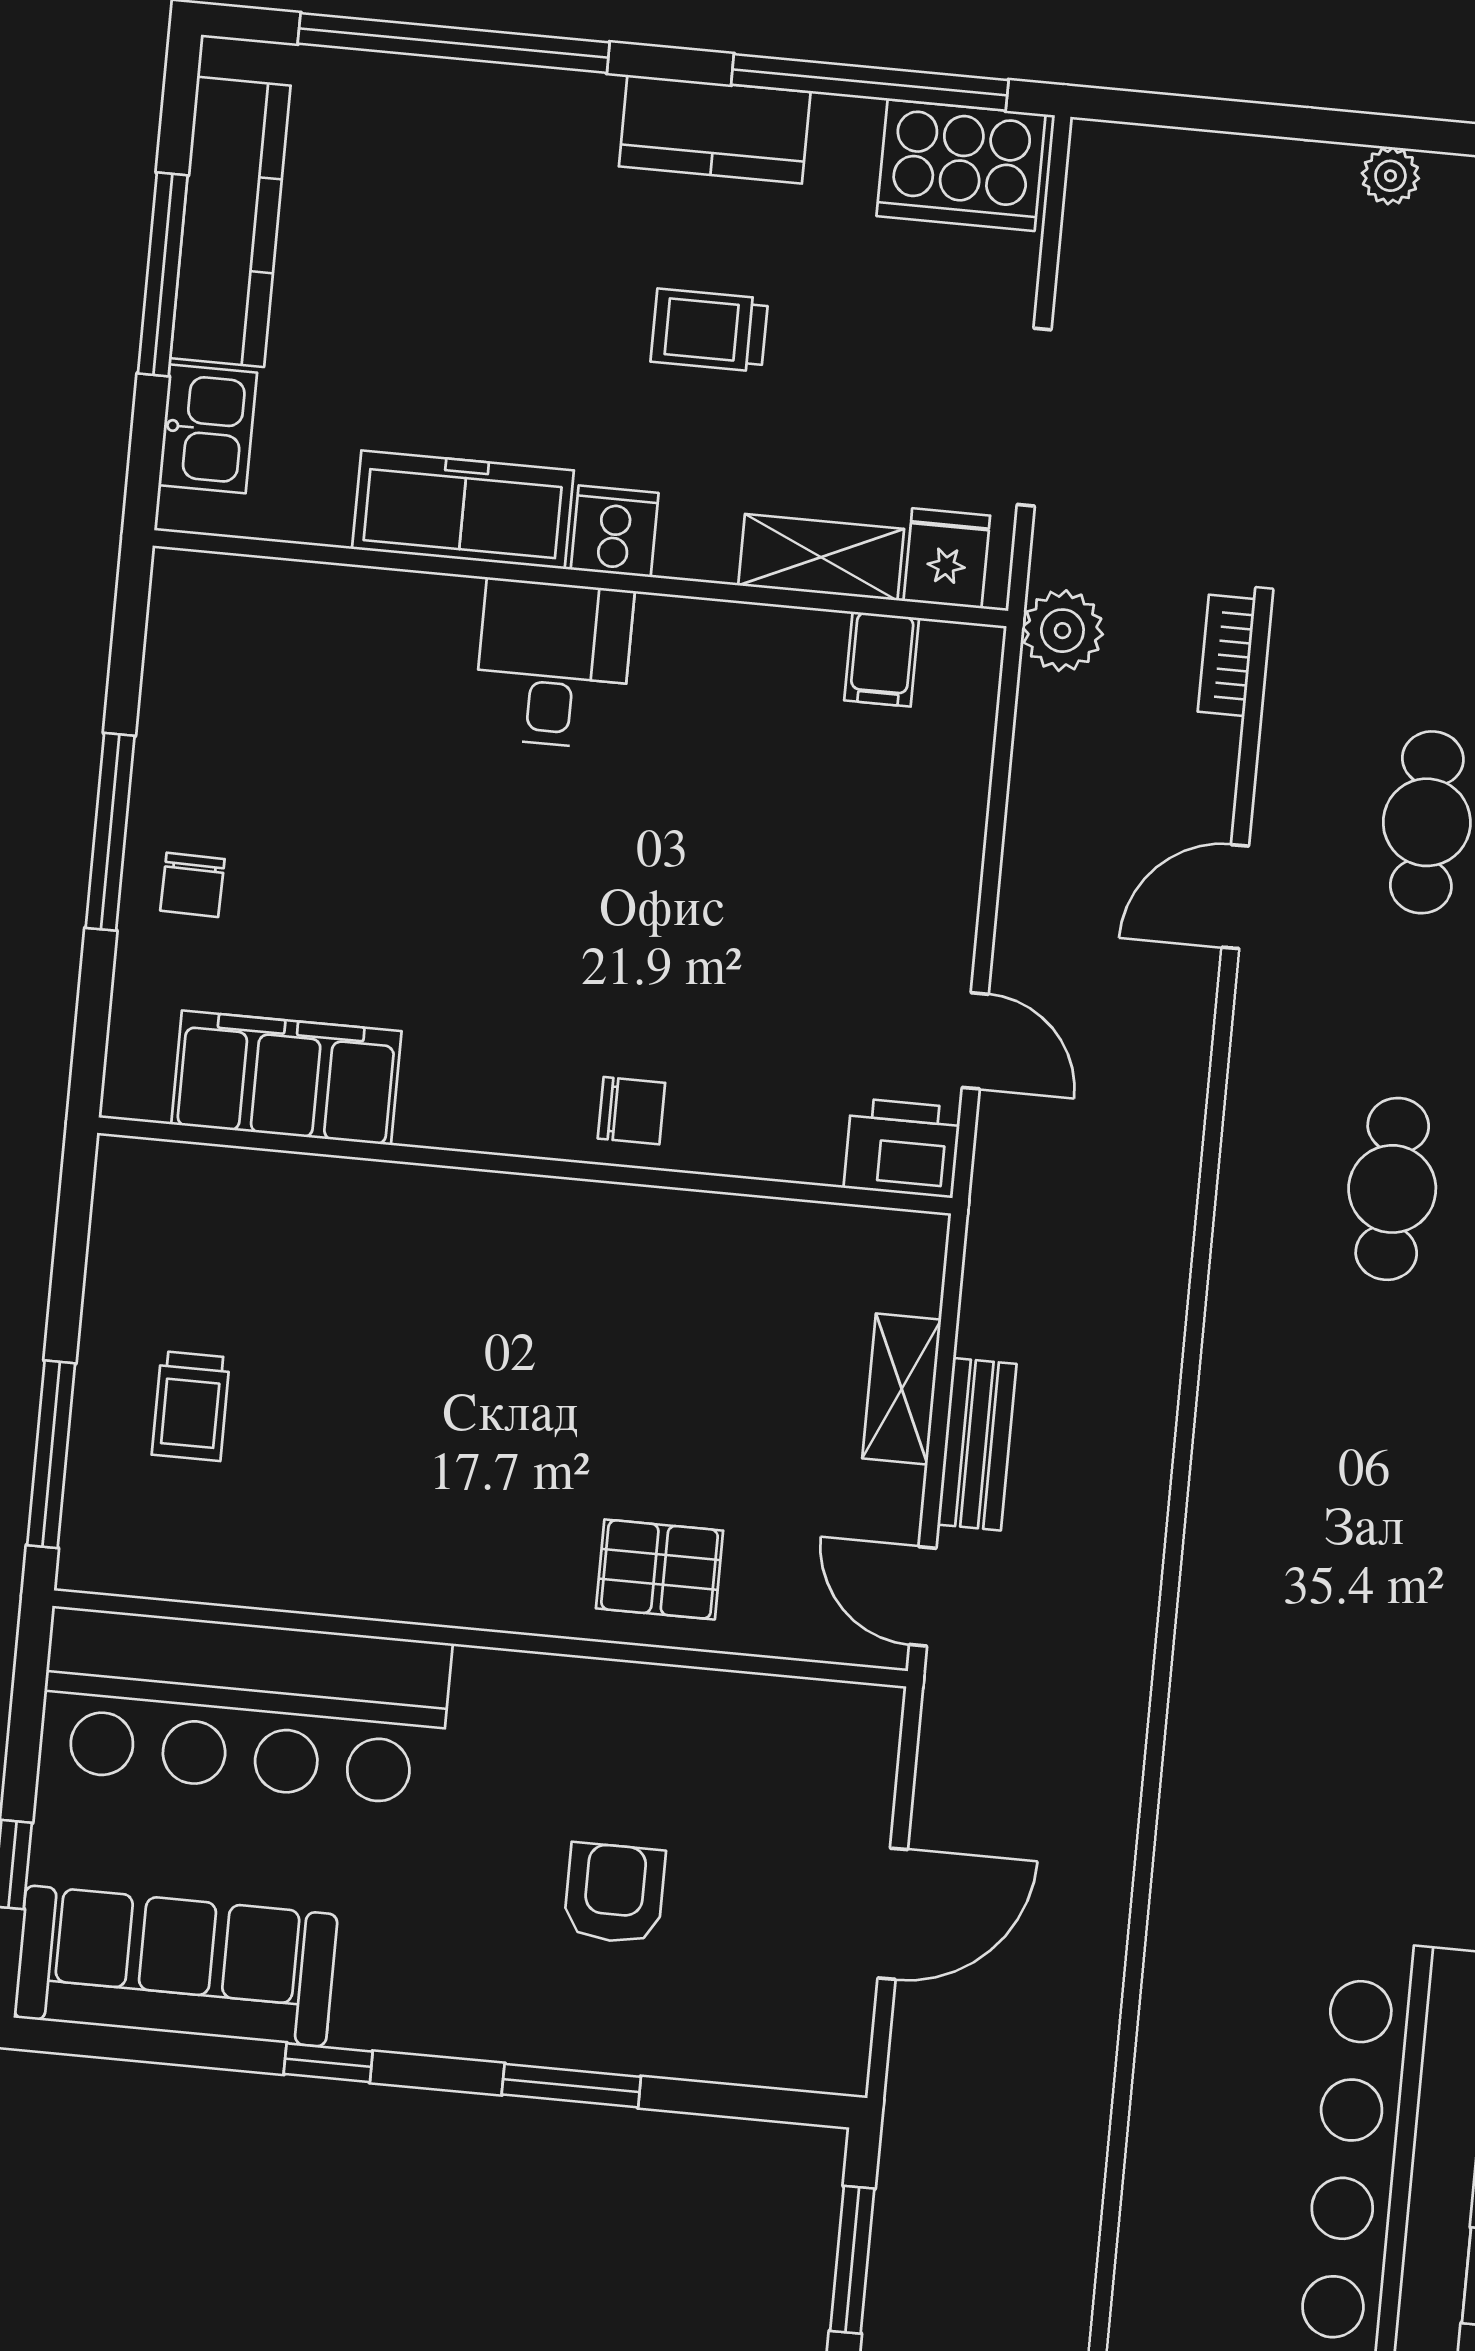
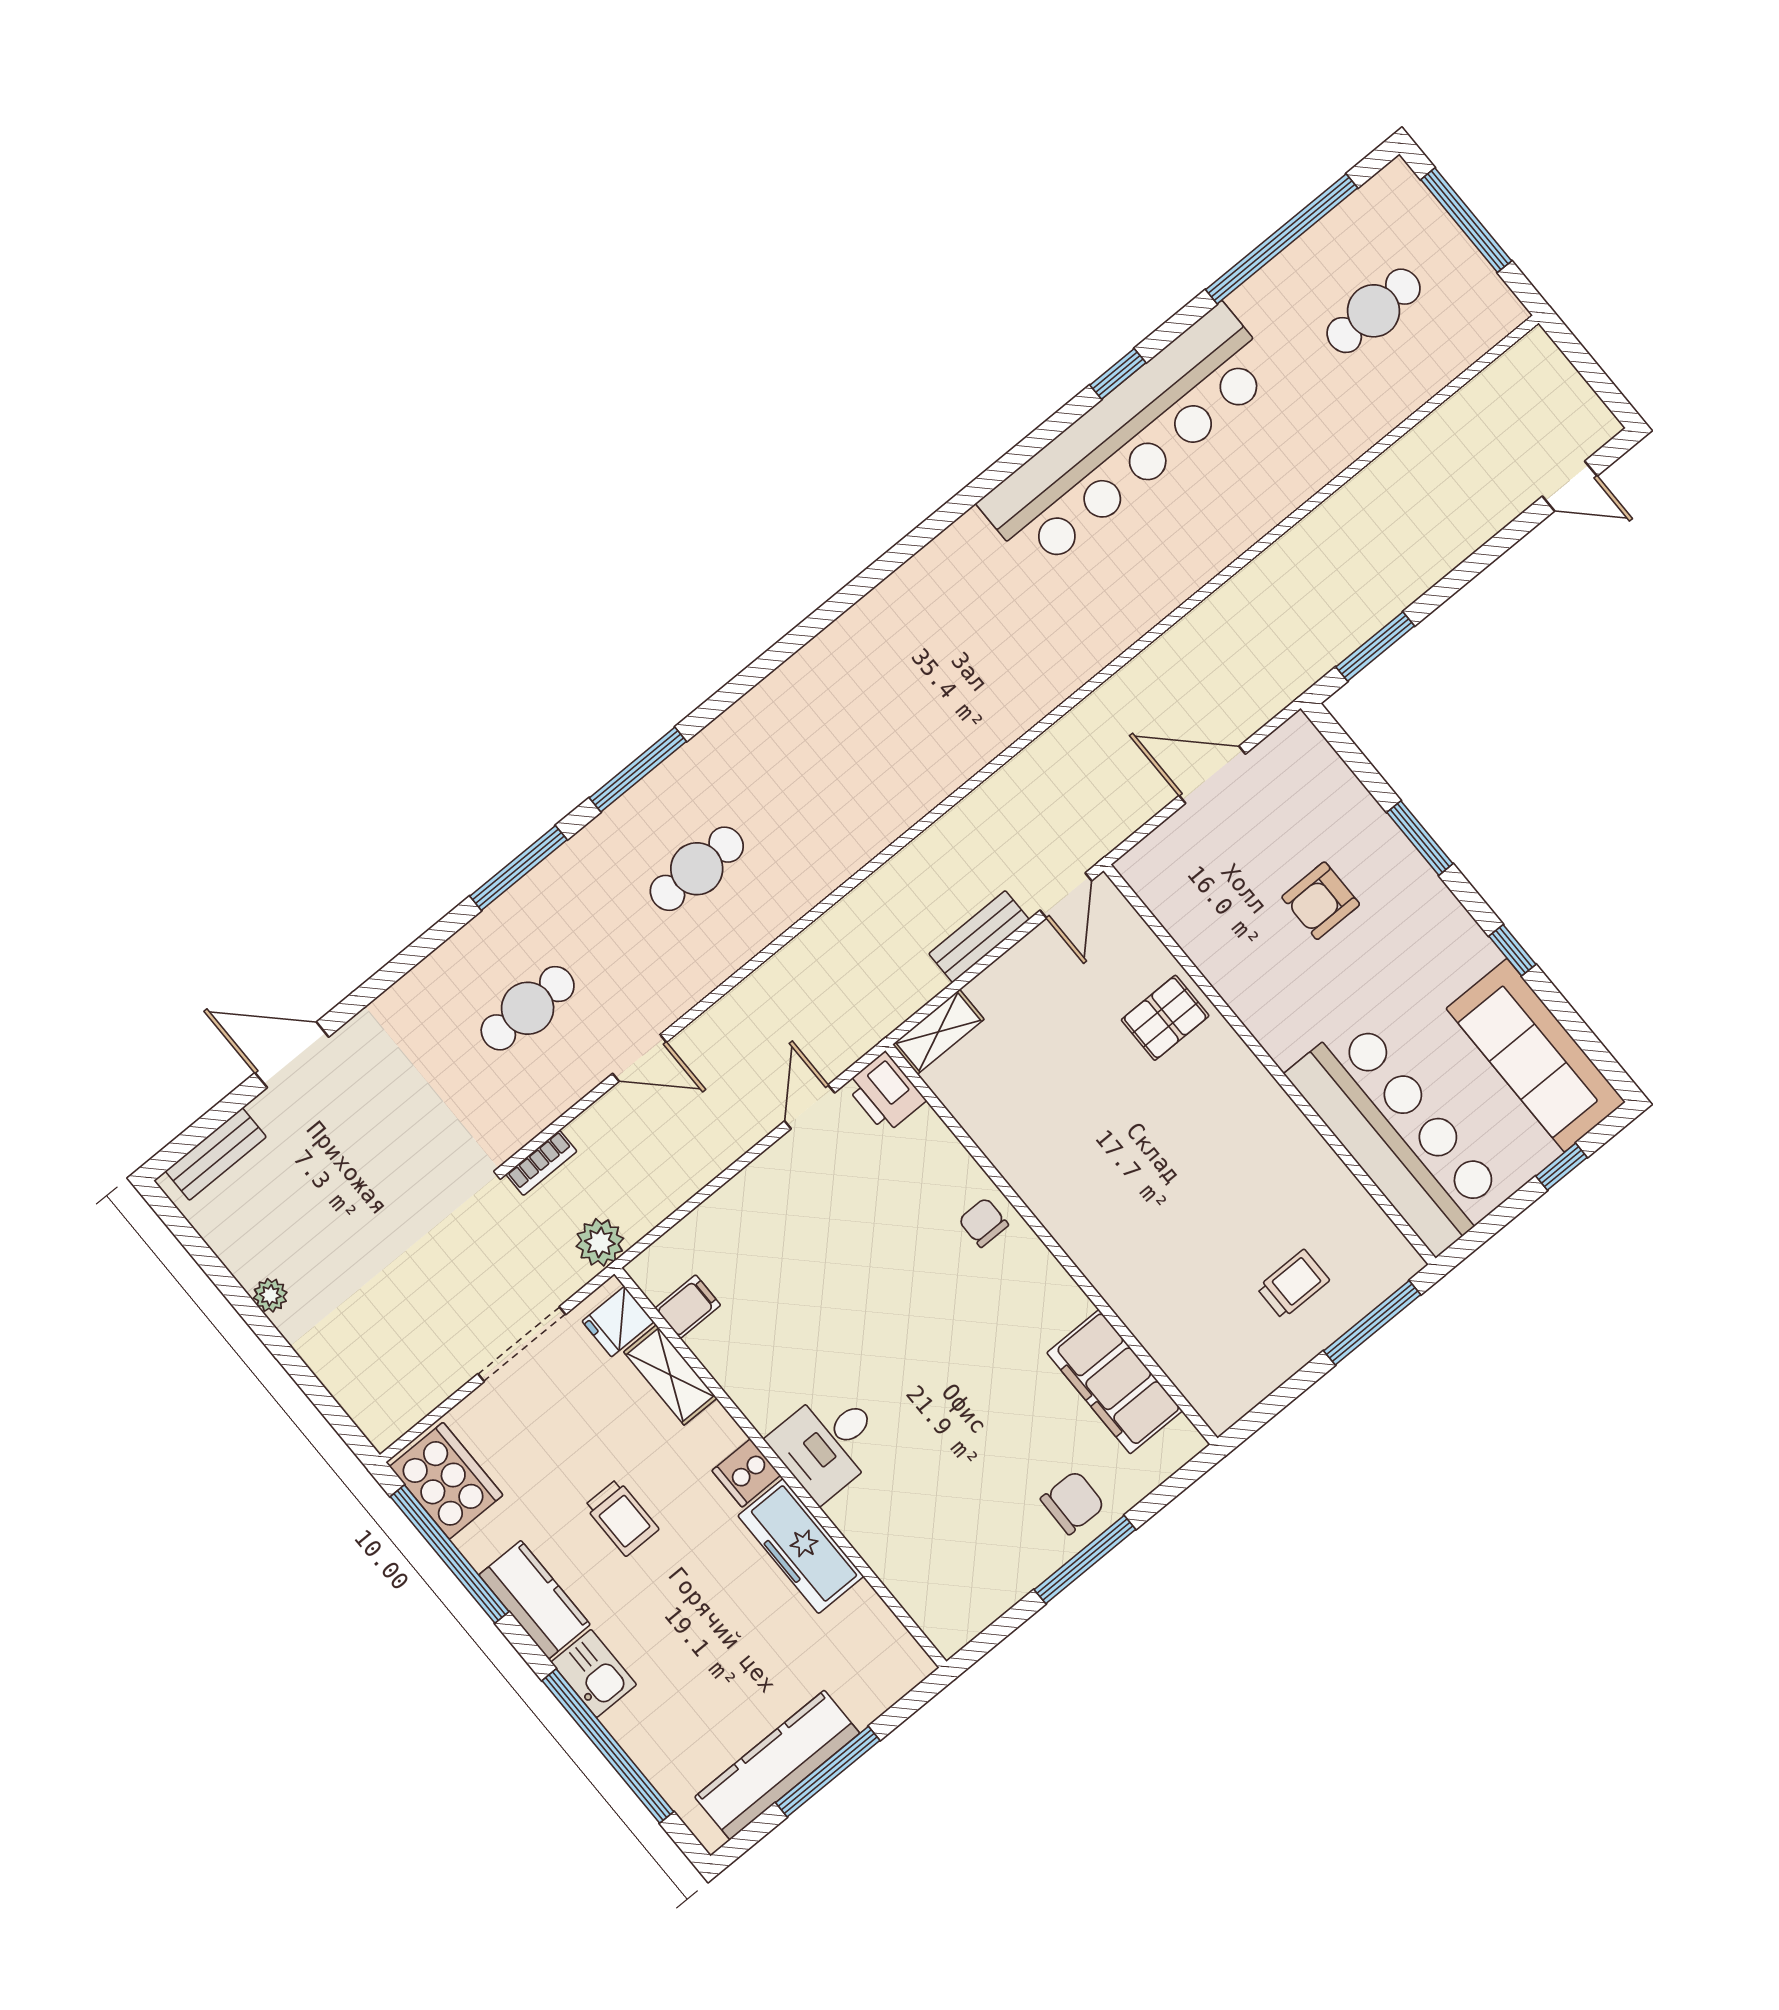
kitchen sink: (208, 429) -> (594, 1673), moved, turned 90
chair: (192, 885) -> (1073, 1502), width x1.37, depth x1.37
shelving: (902, 1389) -> (938, 1032), moved
pallet: (660, 1569) -> (1165, 1018), turned 90

